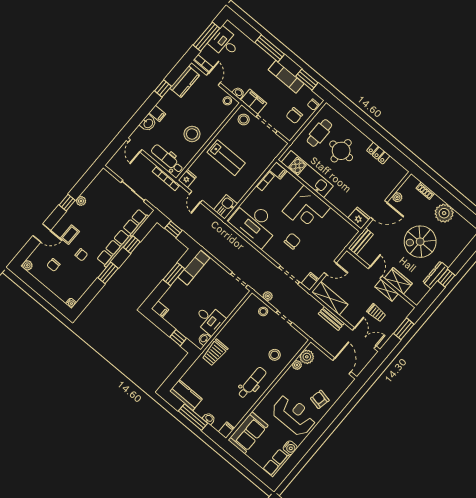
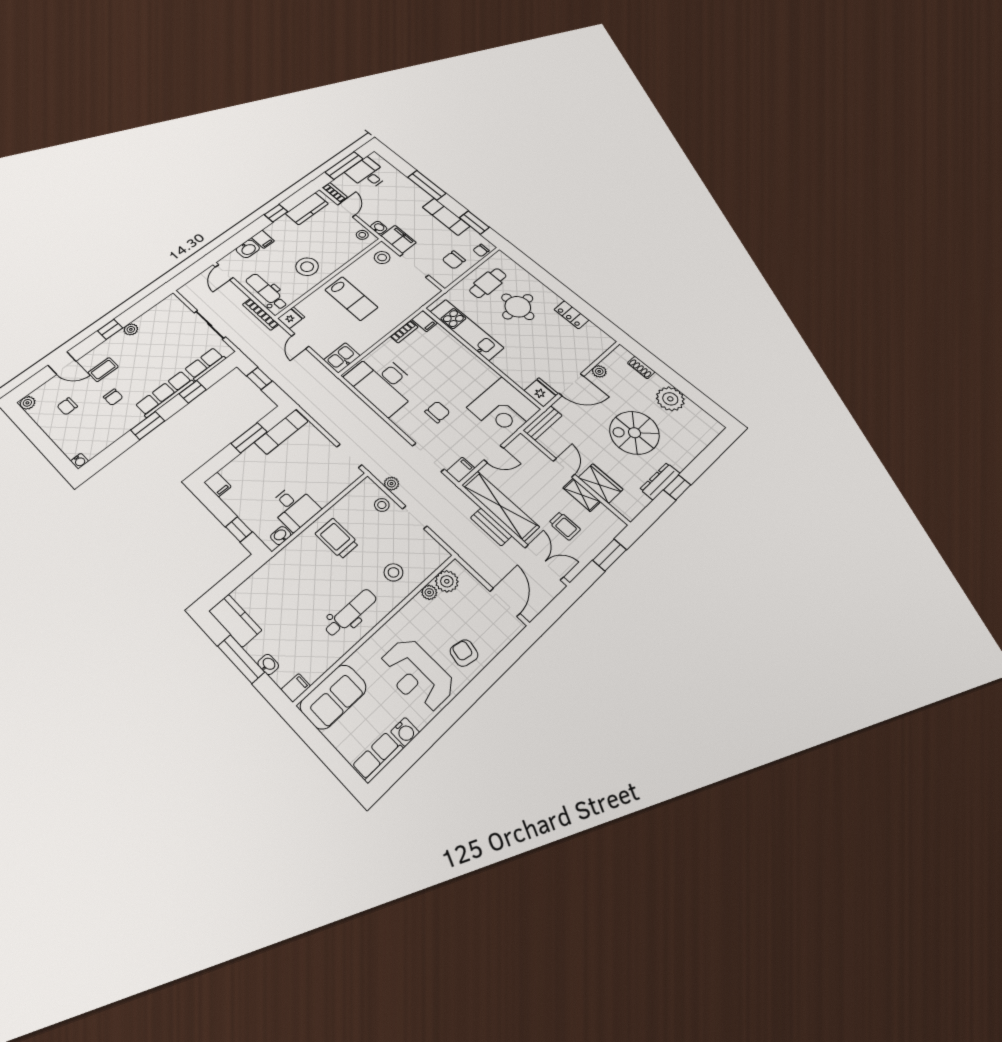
corner desk: (306, 209) -> (504, 408), moved
shelving: (330, 298) -> (500, 506), width x1.47
trolley: (215, 353) -> (337, 539), moved, turned 90
reception desk: (294, 415) -> (417, 675), turned 180

